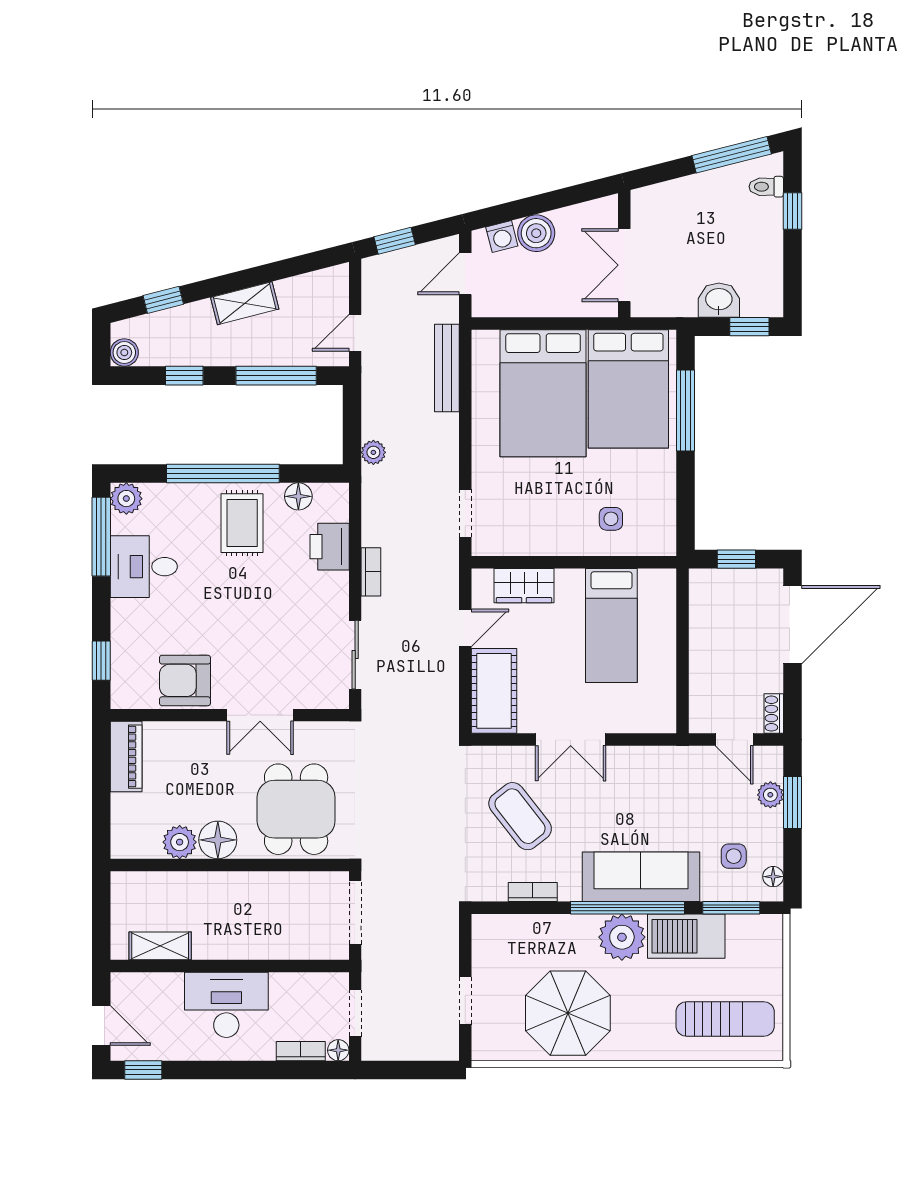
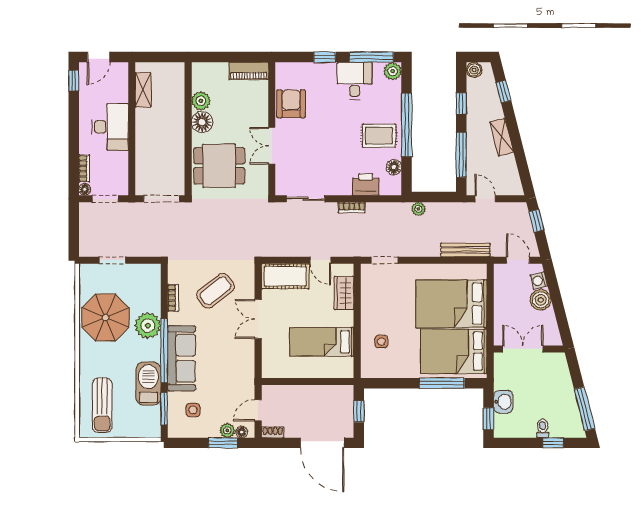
toilet: (766, 187) -> (543, 428), moved
window: (101, 661) -> (325, 57), moved
floor lamp: (773, 877) -> (242, 432), moved
plant: (622, 937) -> (148, 326), moved

